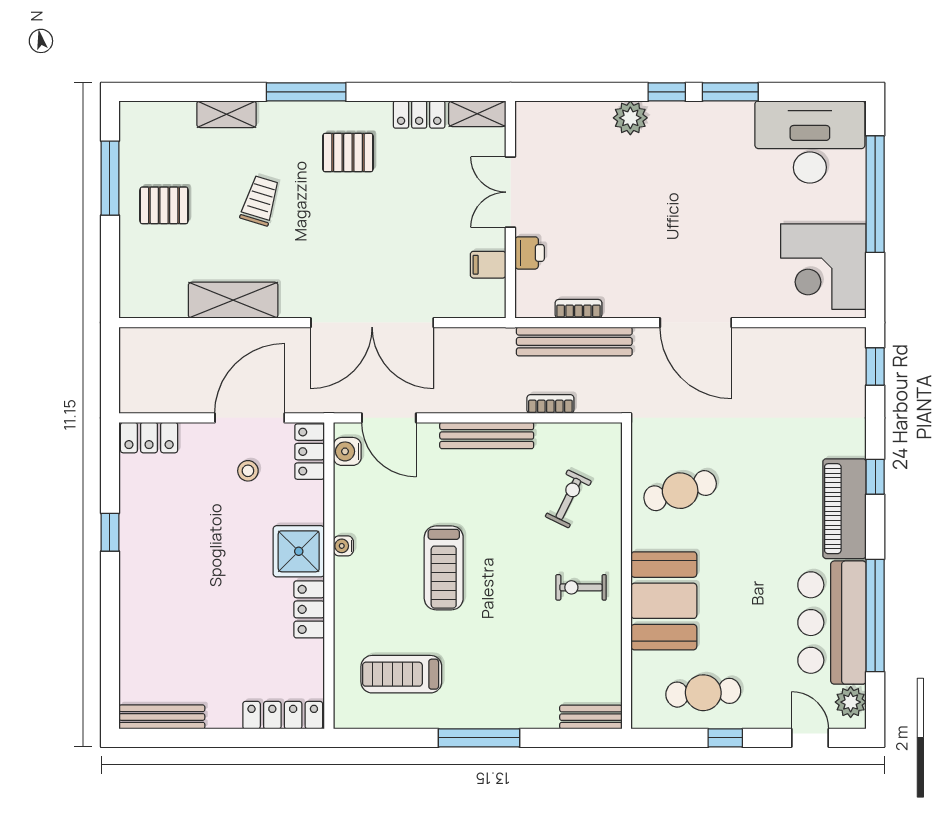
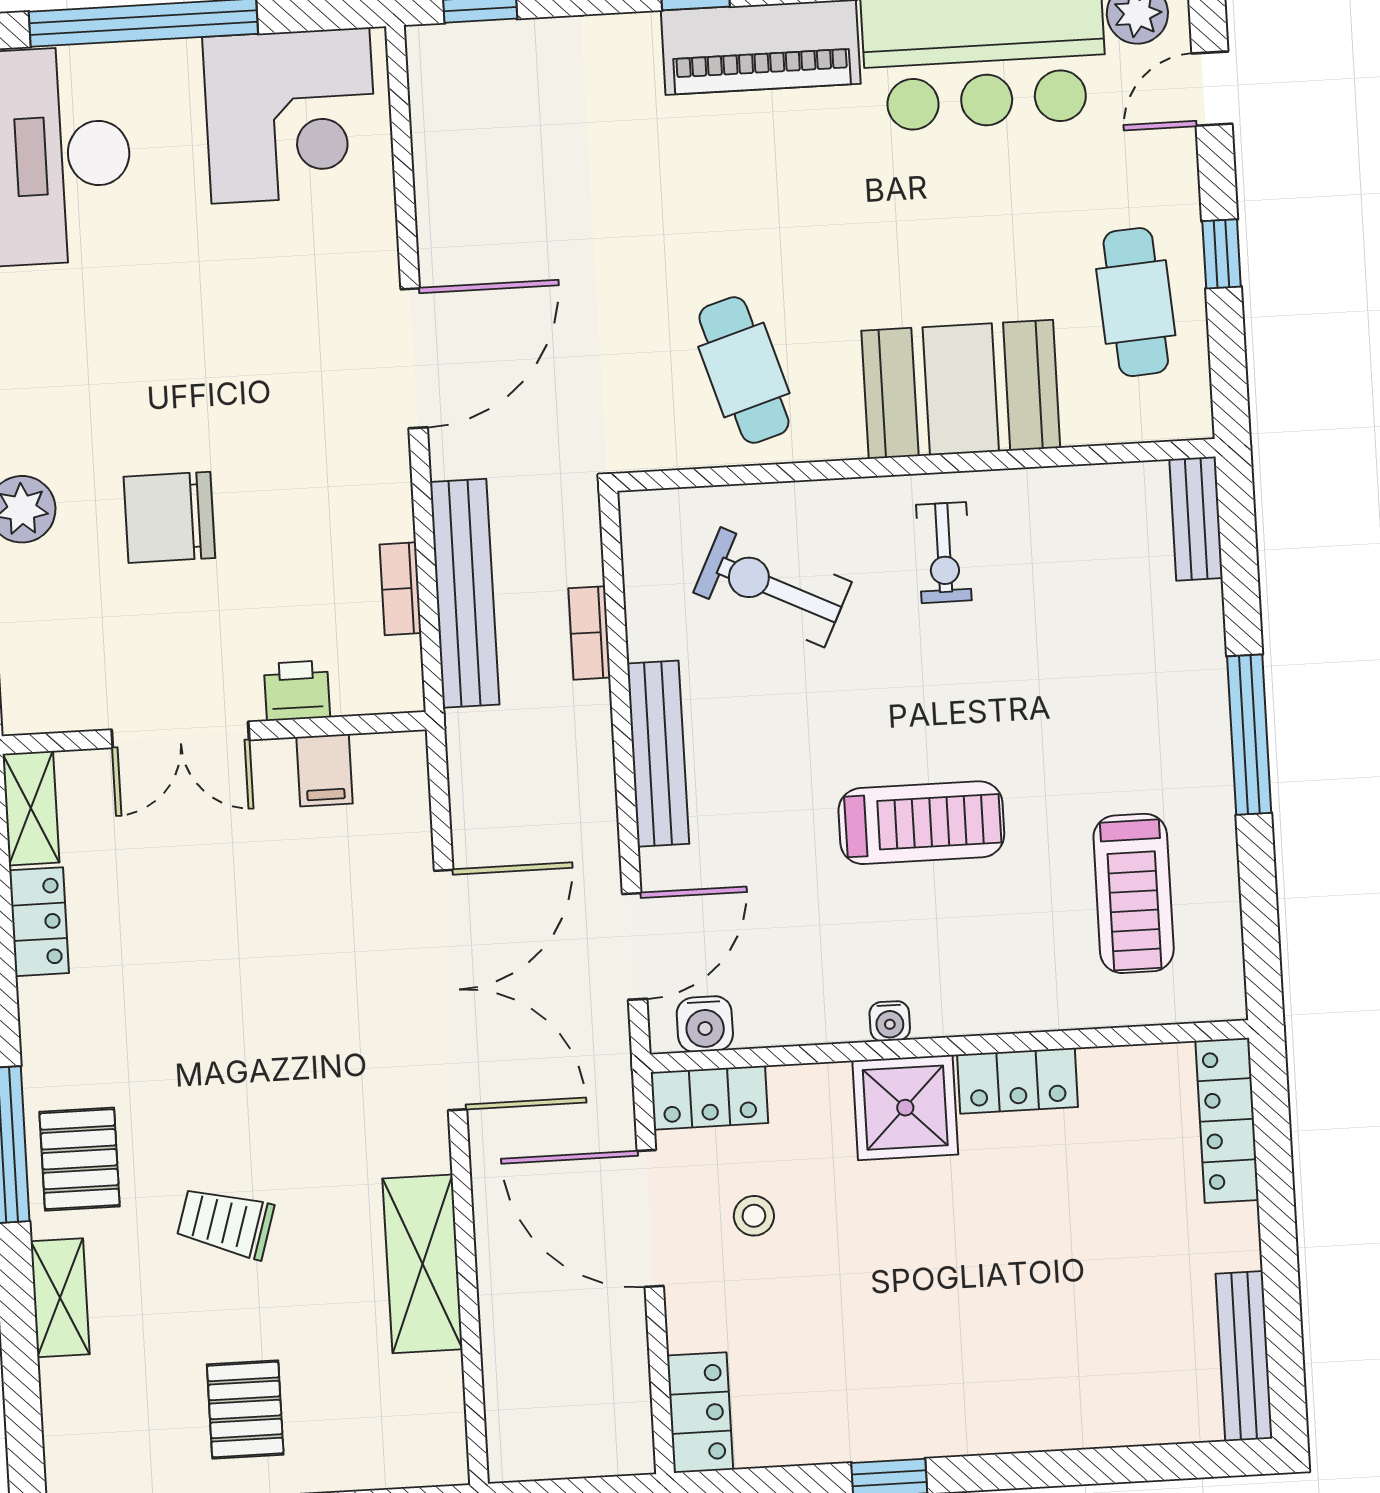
pallet: (348, 153) -> (80, 1159), moved
chair: (622, 193) -> (169, 517), added
exercise bike: (568, 499) -> (773, 587), width x1.38, depth x1.39

